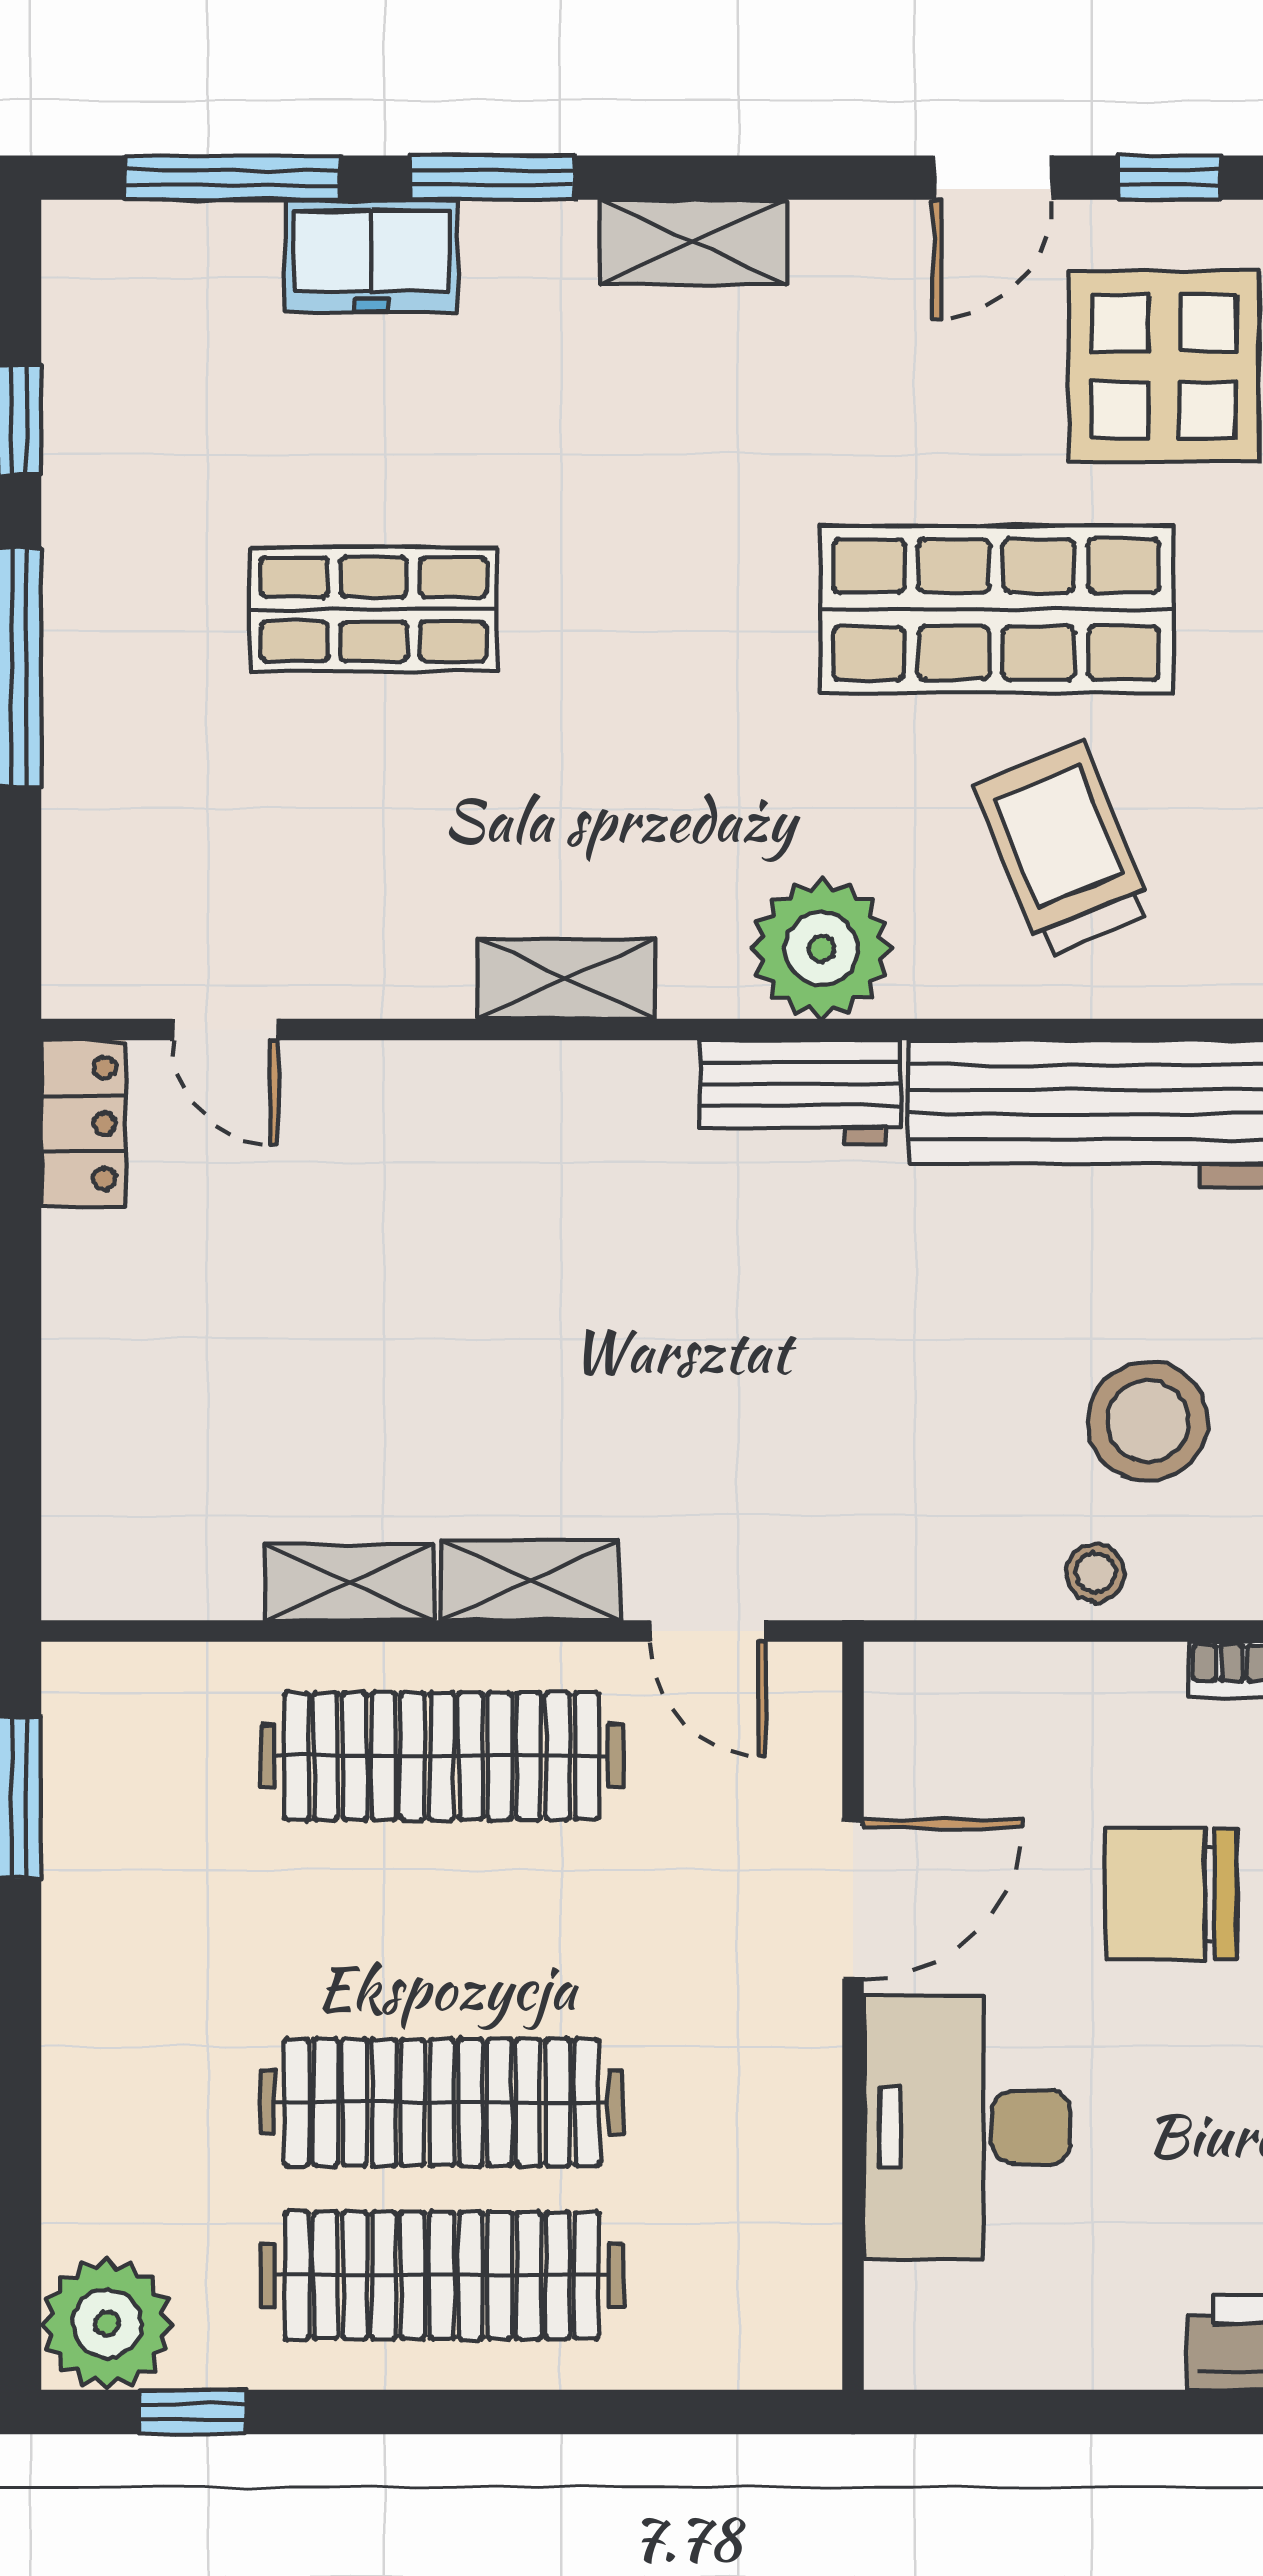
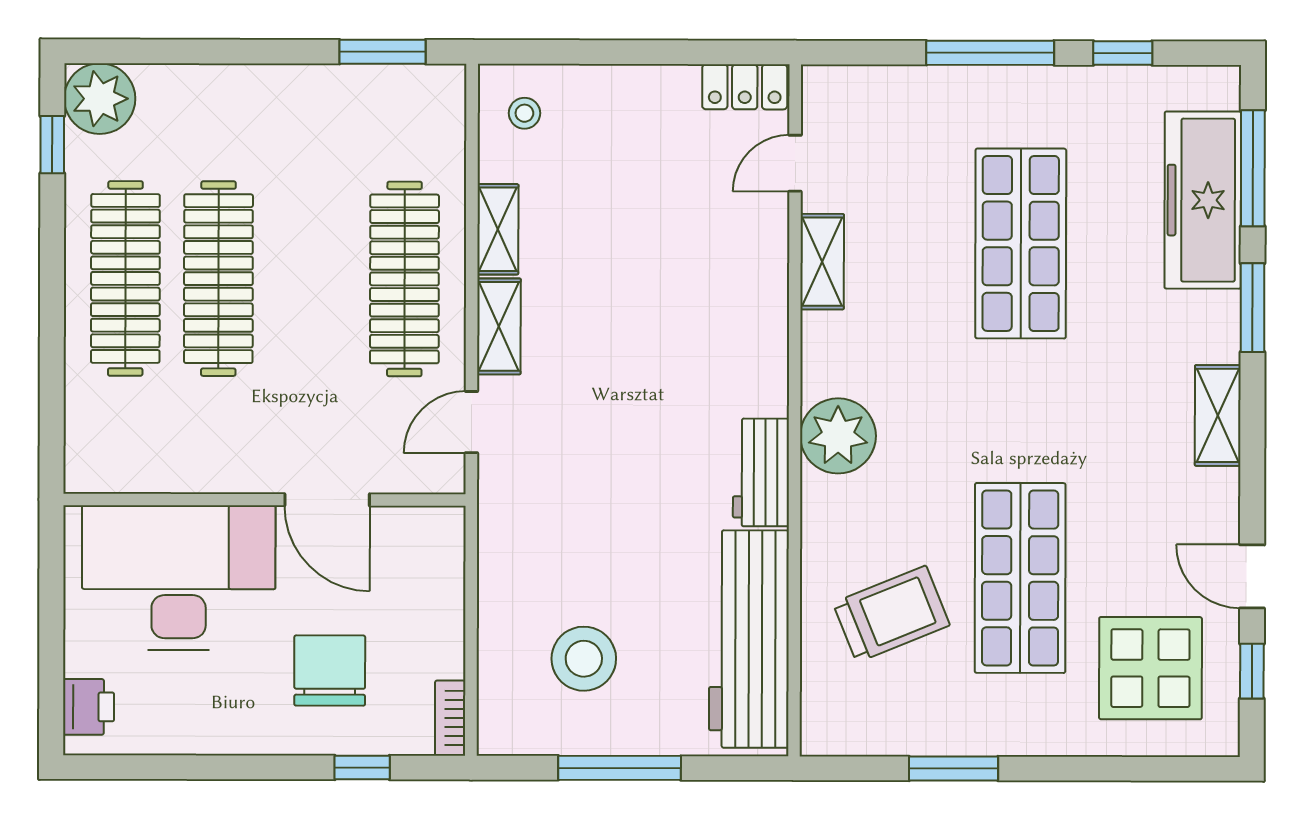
freezer: (371, 256) -> (1203, 200), width x1.91, depth x1.26
shop shelf: (374, 609) -> (1021, 243), width x1.43, depth x1.36
plant: (822, 949) -> (838, 436), moved
shelving: (566, 979) -> (822, 262), moved
stool: (1095, 1573) -> (524, 113), moved
desk: (967, 2127) -> (179, 578), width x1.36, depth x1.30

